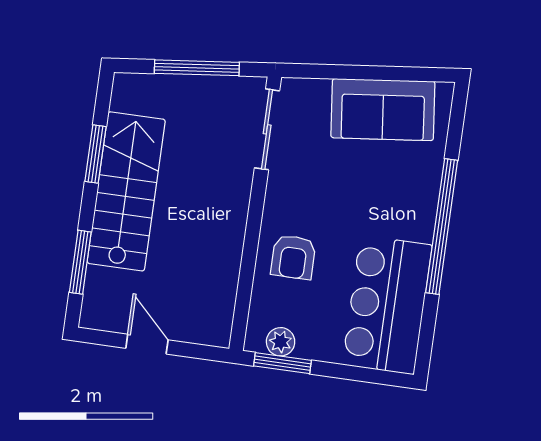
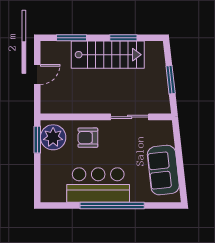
window: (197, 68) -> (171, 80), width x0.69
sliding door: (267, 129) -> (130, 117), moved
bar counter: (387, 305) -> (98, 185), moved
plant: (281, 342) -> (53, 137), width x1.87, depth x1.87

